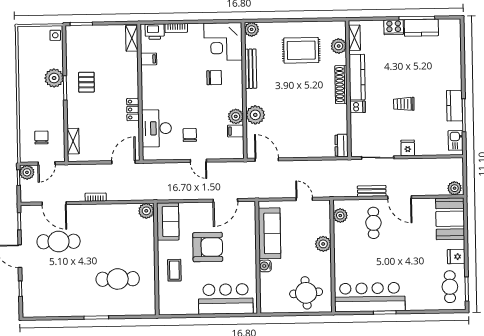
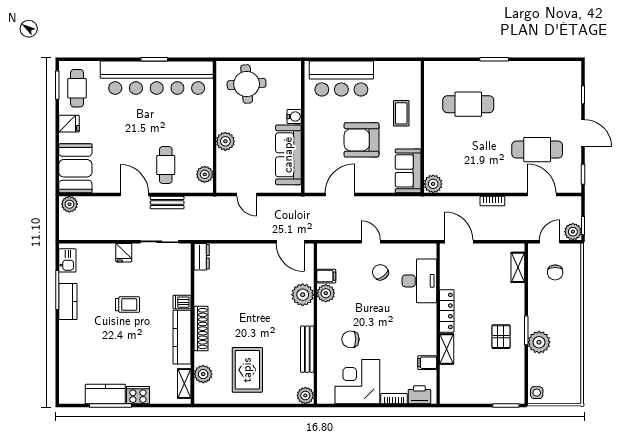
shelving: (132, 38) -> (447, 349), moved
corner desk: (223, 42) -> (357, 382), moved, turned -90
rug: (301, 50) -> (247, 370), turned 90
locker: (133, 109) -> (447, 311), width x1.53
chair: (190, 135) -> (380, 272), turned 142
door: (124, 162) -> (459, 242), swing flipped
bar counter: (370, 297) -> (157, 78), width x1.36

